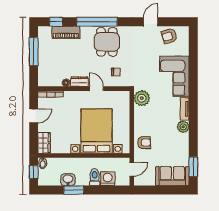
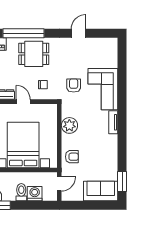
armchair: (169, 36) -> (74, 86), moved, turned 107
dining table: (107, 42) -> (34, 54), turned 90
plant: (142, 98) -> (69, 125), moved
plant: (183, 127) -> (112, 141), removed

